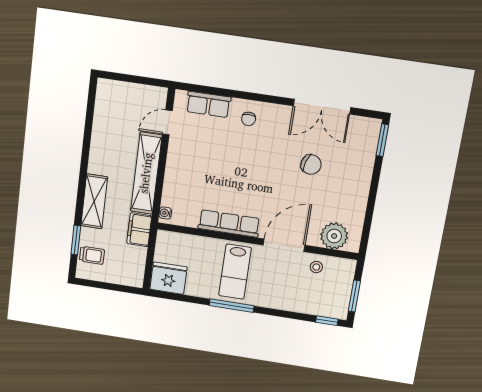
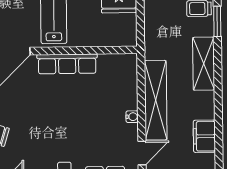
water cooler: (165, 213) -> (132, 117), moved
filing cabinet: (139, 230) -> (204, 136), moved, turned 180

